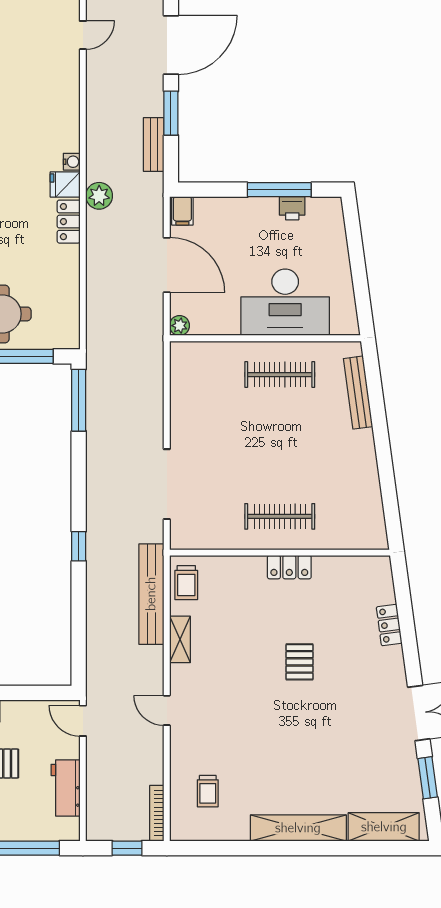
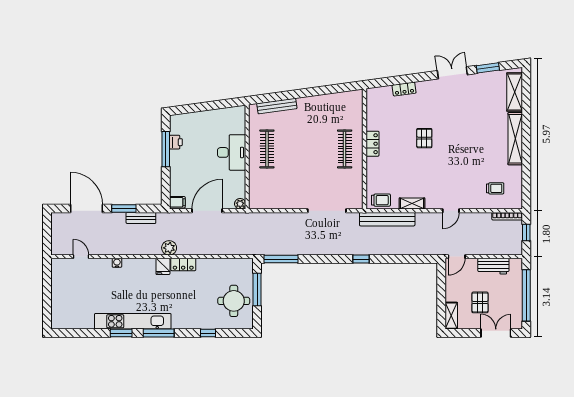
water cooler: (72, 162) -> (117, 263), moved
desk: (285, 302) -> (232, 152), width x0.73, depth x0.77
pallet: (300, 662) -> (424, 138), turned 90

